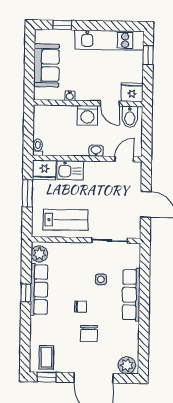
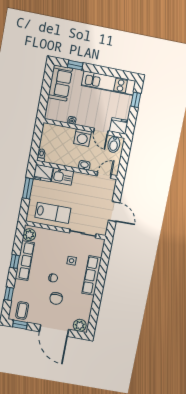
sofa: (46, 65) -> (60, 83), moved
window: (25, 338) -> (9, 294), added

